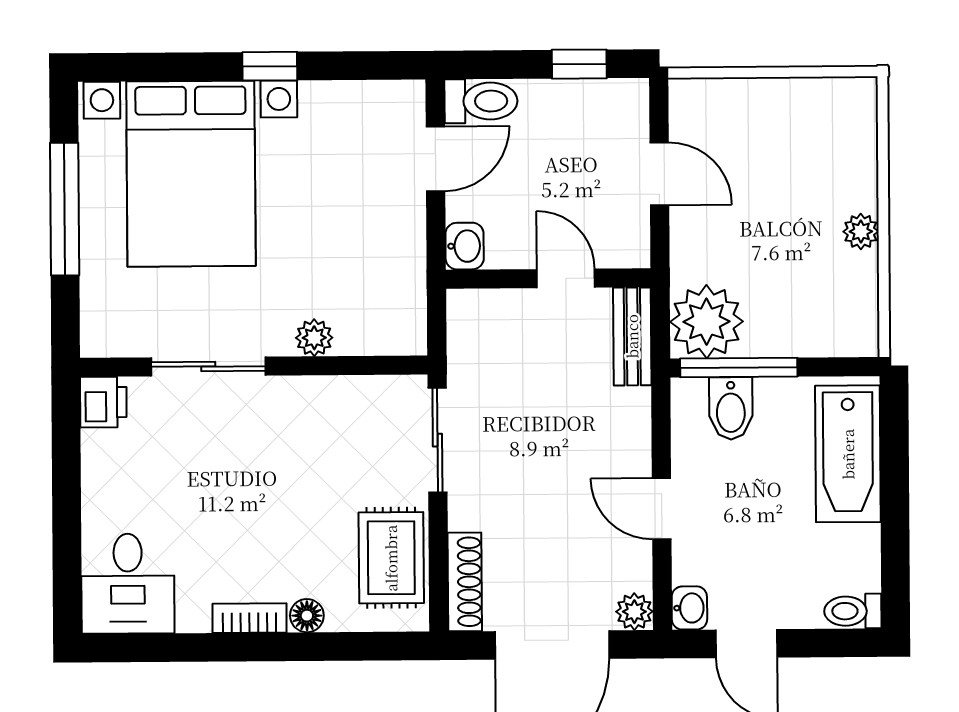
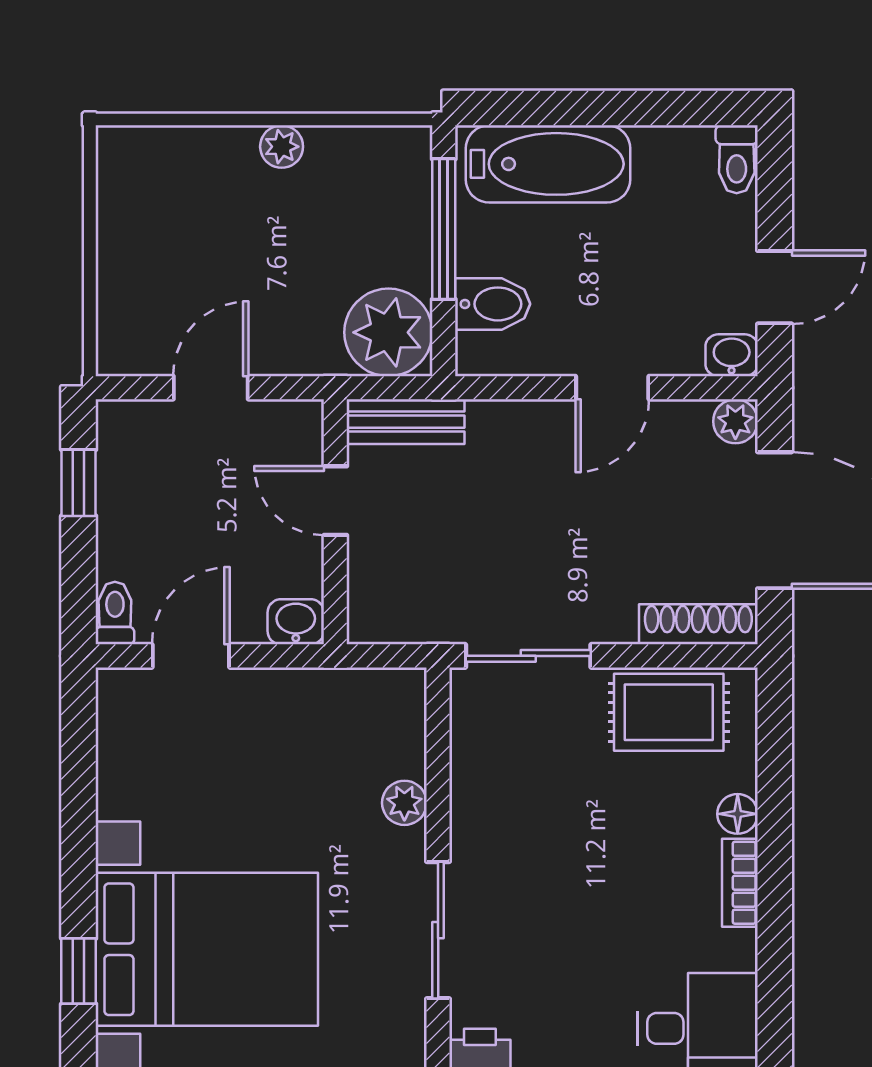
window: (270, 66) -> (79, 971), moved
toilet: (481, 101) -> (115, 613), width x0.73, depth x0.72
door: (435, 159) -> (191, 656), hinge flipped
door: (566, 278) -> (335, 501), hinge flipped
window: (739, 368) -> (444, 229), moved

